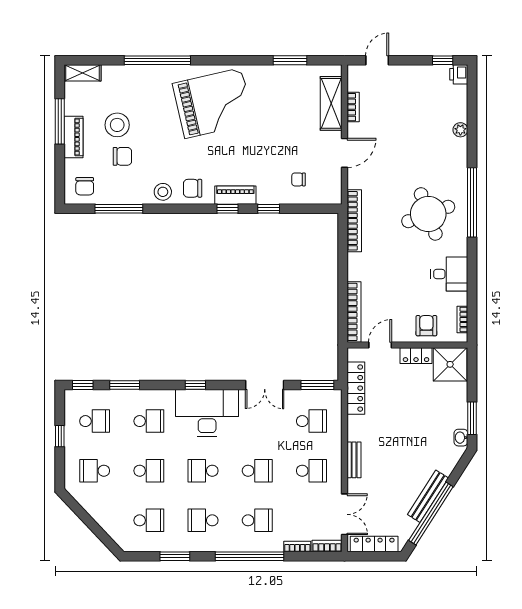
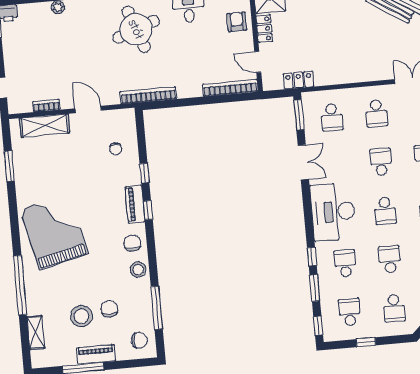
shelving: (83, 73) -> (36, 332), moved
chair: (193, 188) -> (132, 243), turned 180
armchair: (426, 326) -> (237, 22), turned 90
window: (195, 385) -> (312, 256), moved
locker: (356, 388) -> (298, 80), width x0.66
school desk: (311, 421) -> (332, 117), turned 180
bench: (354, 460) -> (363, 76), removed
school desk: (311, 471) -> (376, 113), turned 180

